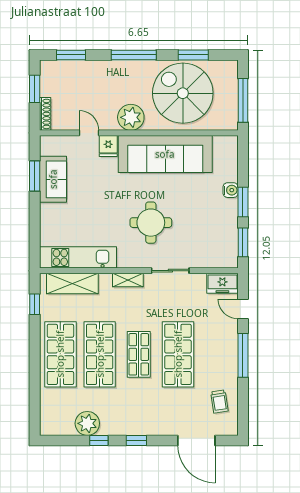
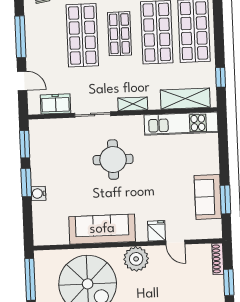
sofa: (165, 154) -> (102, 229), width x0.74, depth x0.79
freezer: (222, 283) -> (56, 104), moved

